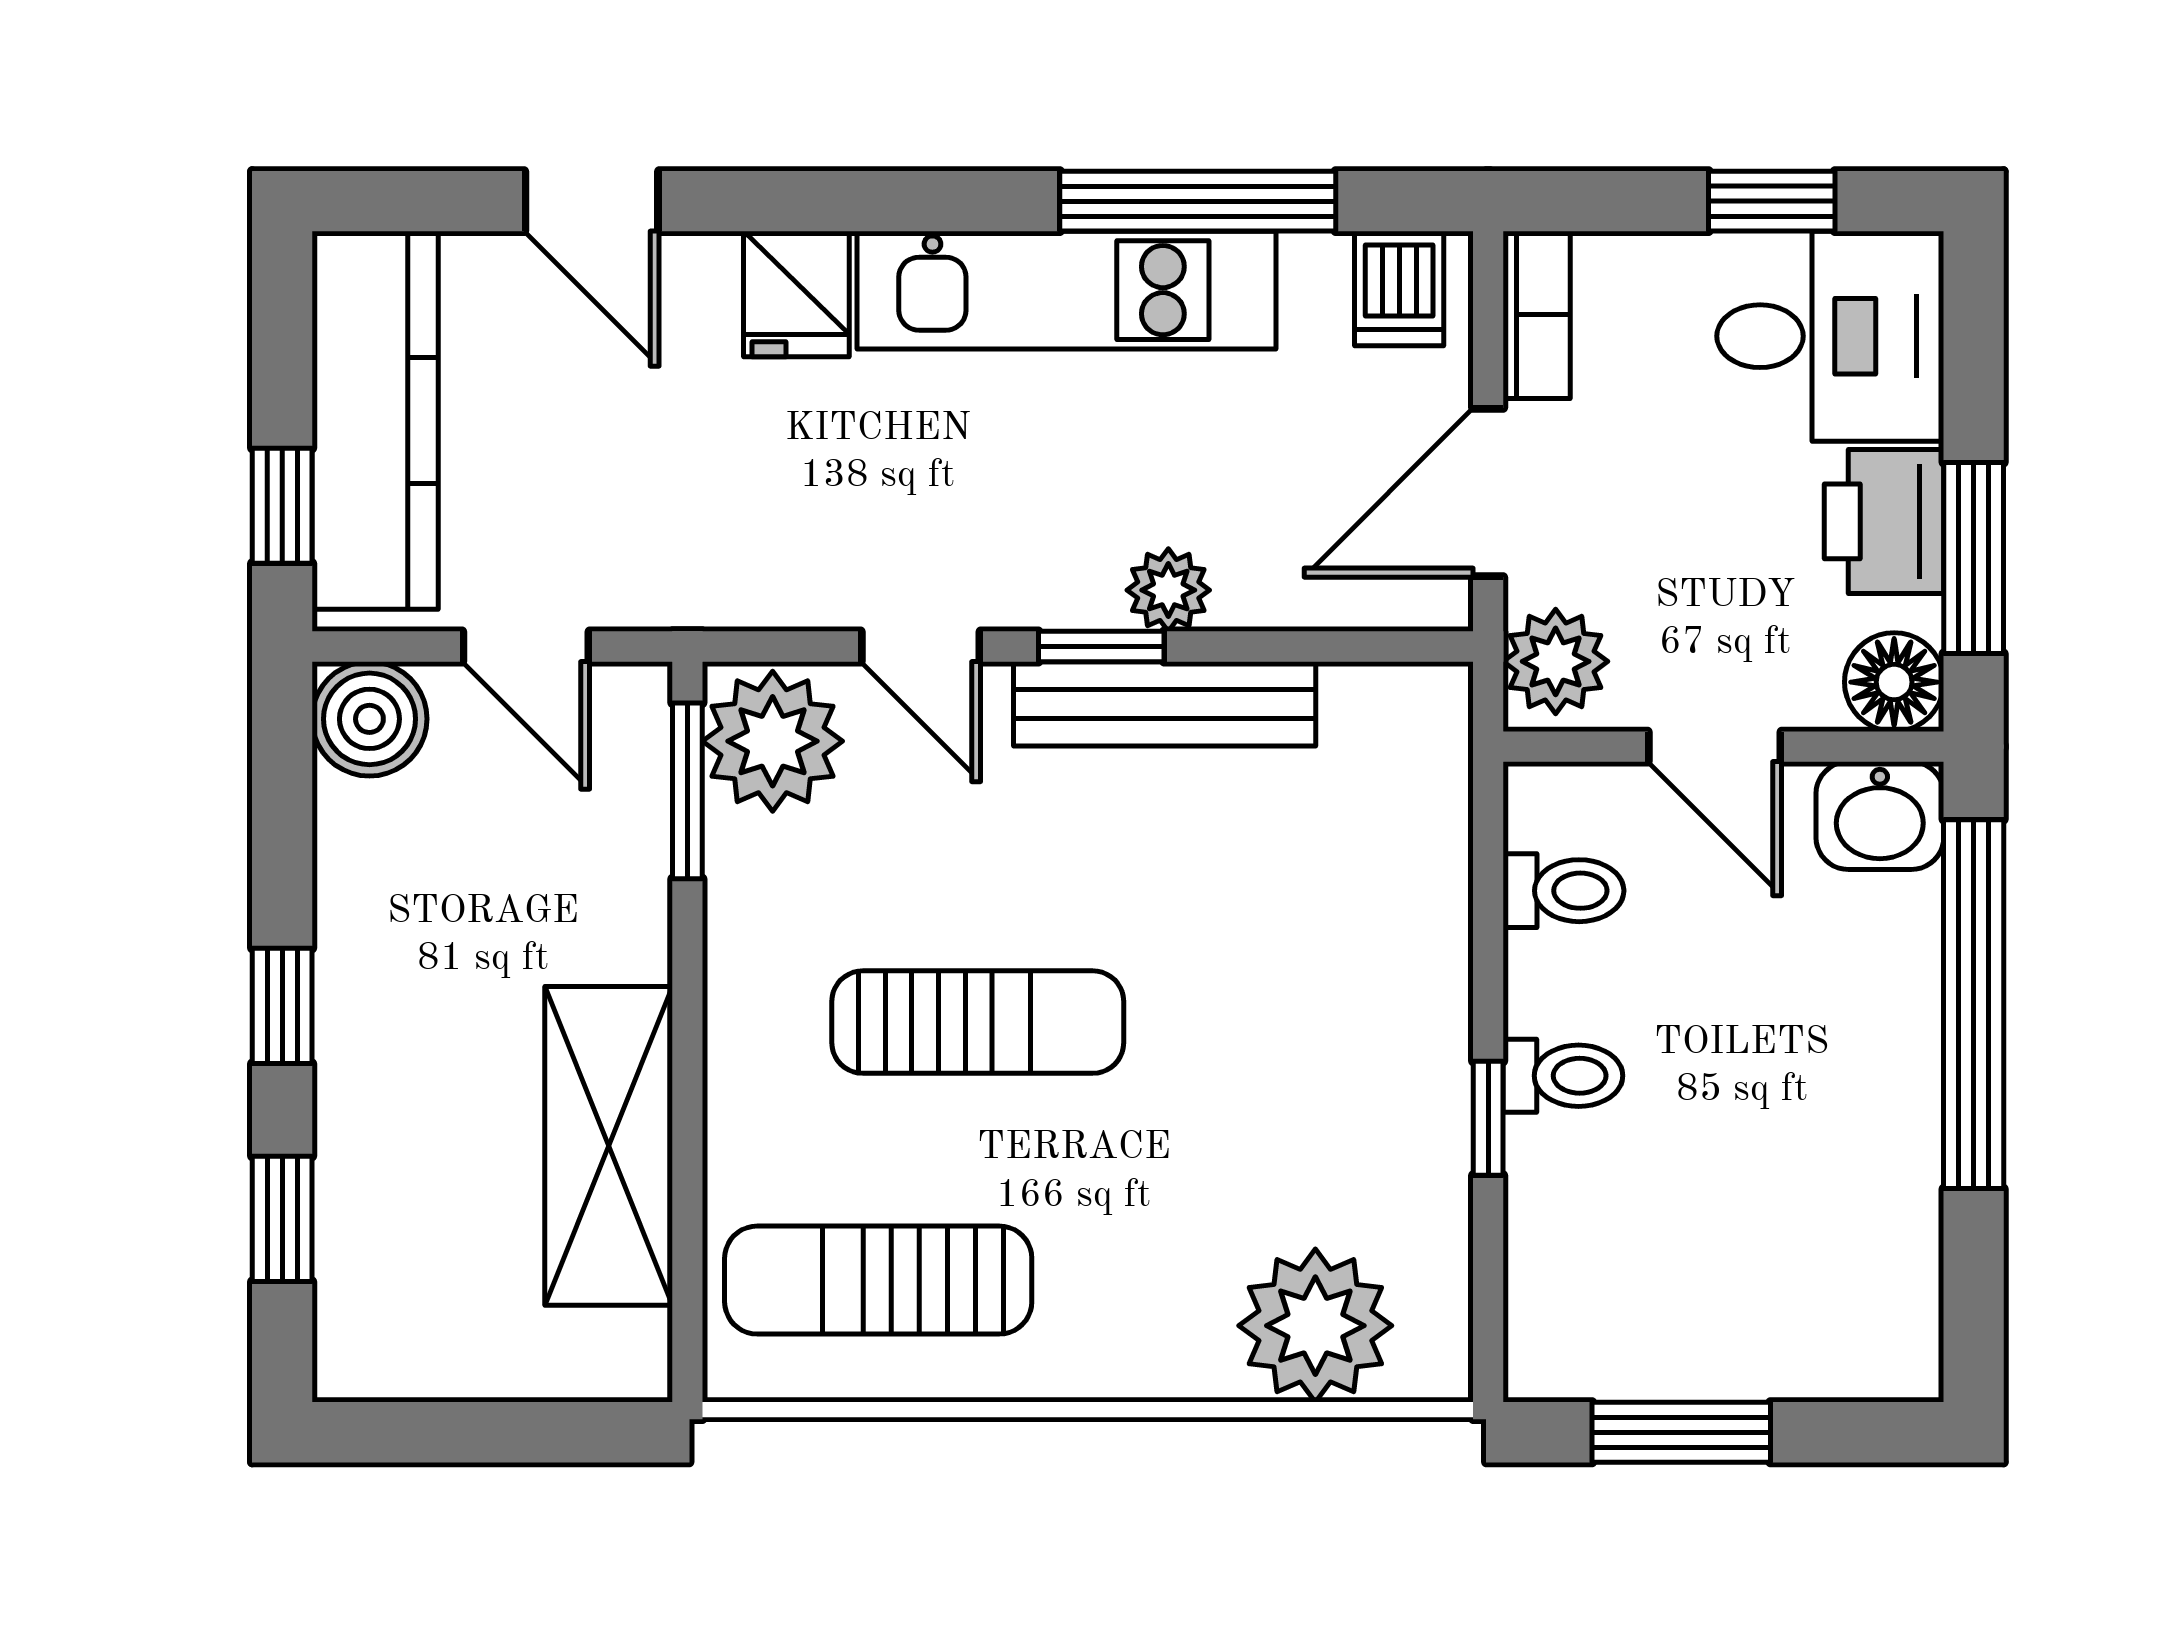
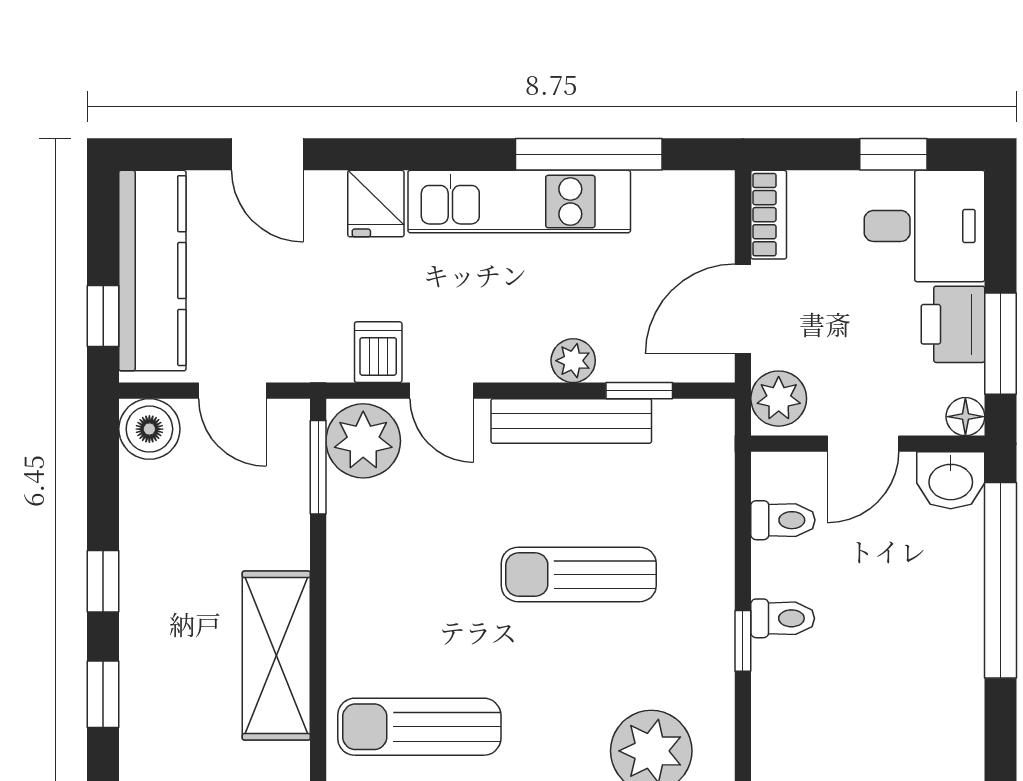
dishwasher: (1399, 289) -> (378, 352), moved, turned 180
window: (1101, 646) -> (639, 391), moved
floor lamp: (1894, 682) -> (965, 417), width x0.73, depth x0.73
door: (1715, 747) -> (863, 444), hinge flipped
sun lounger: (978, 1022) -> (579, 574), moved, turned 180

